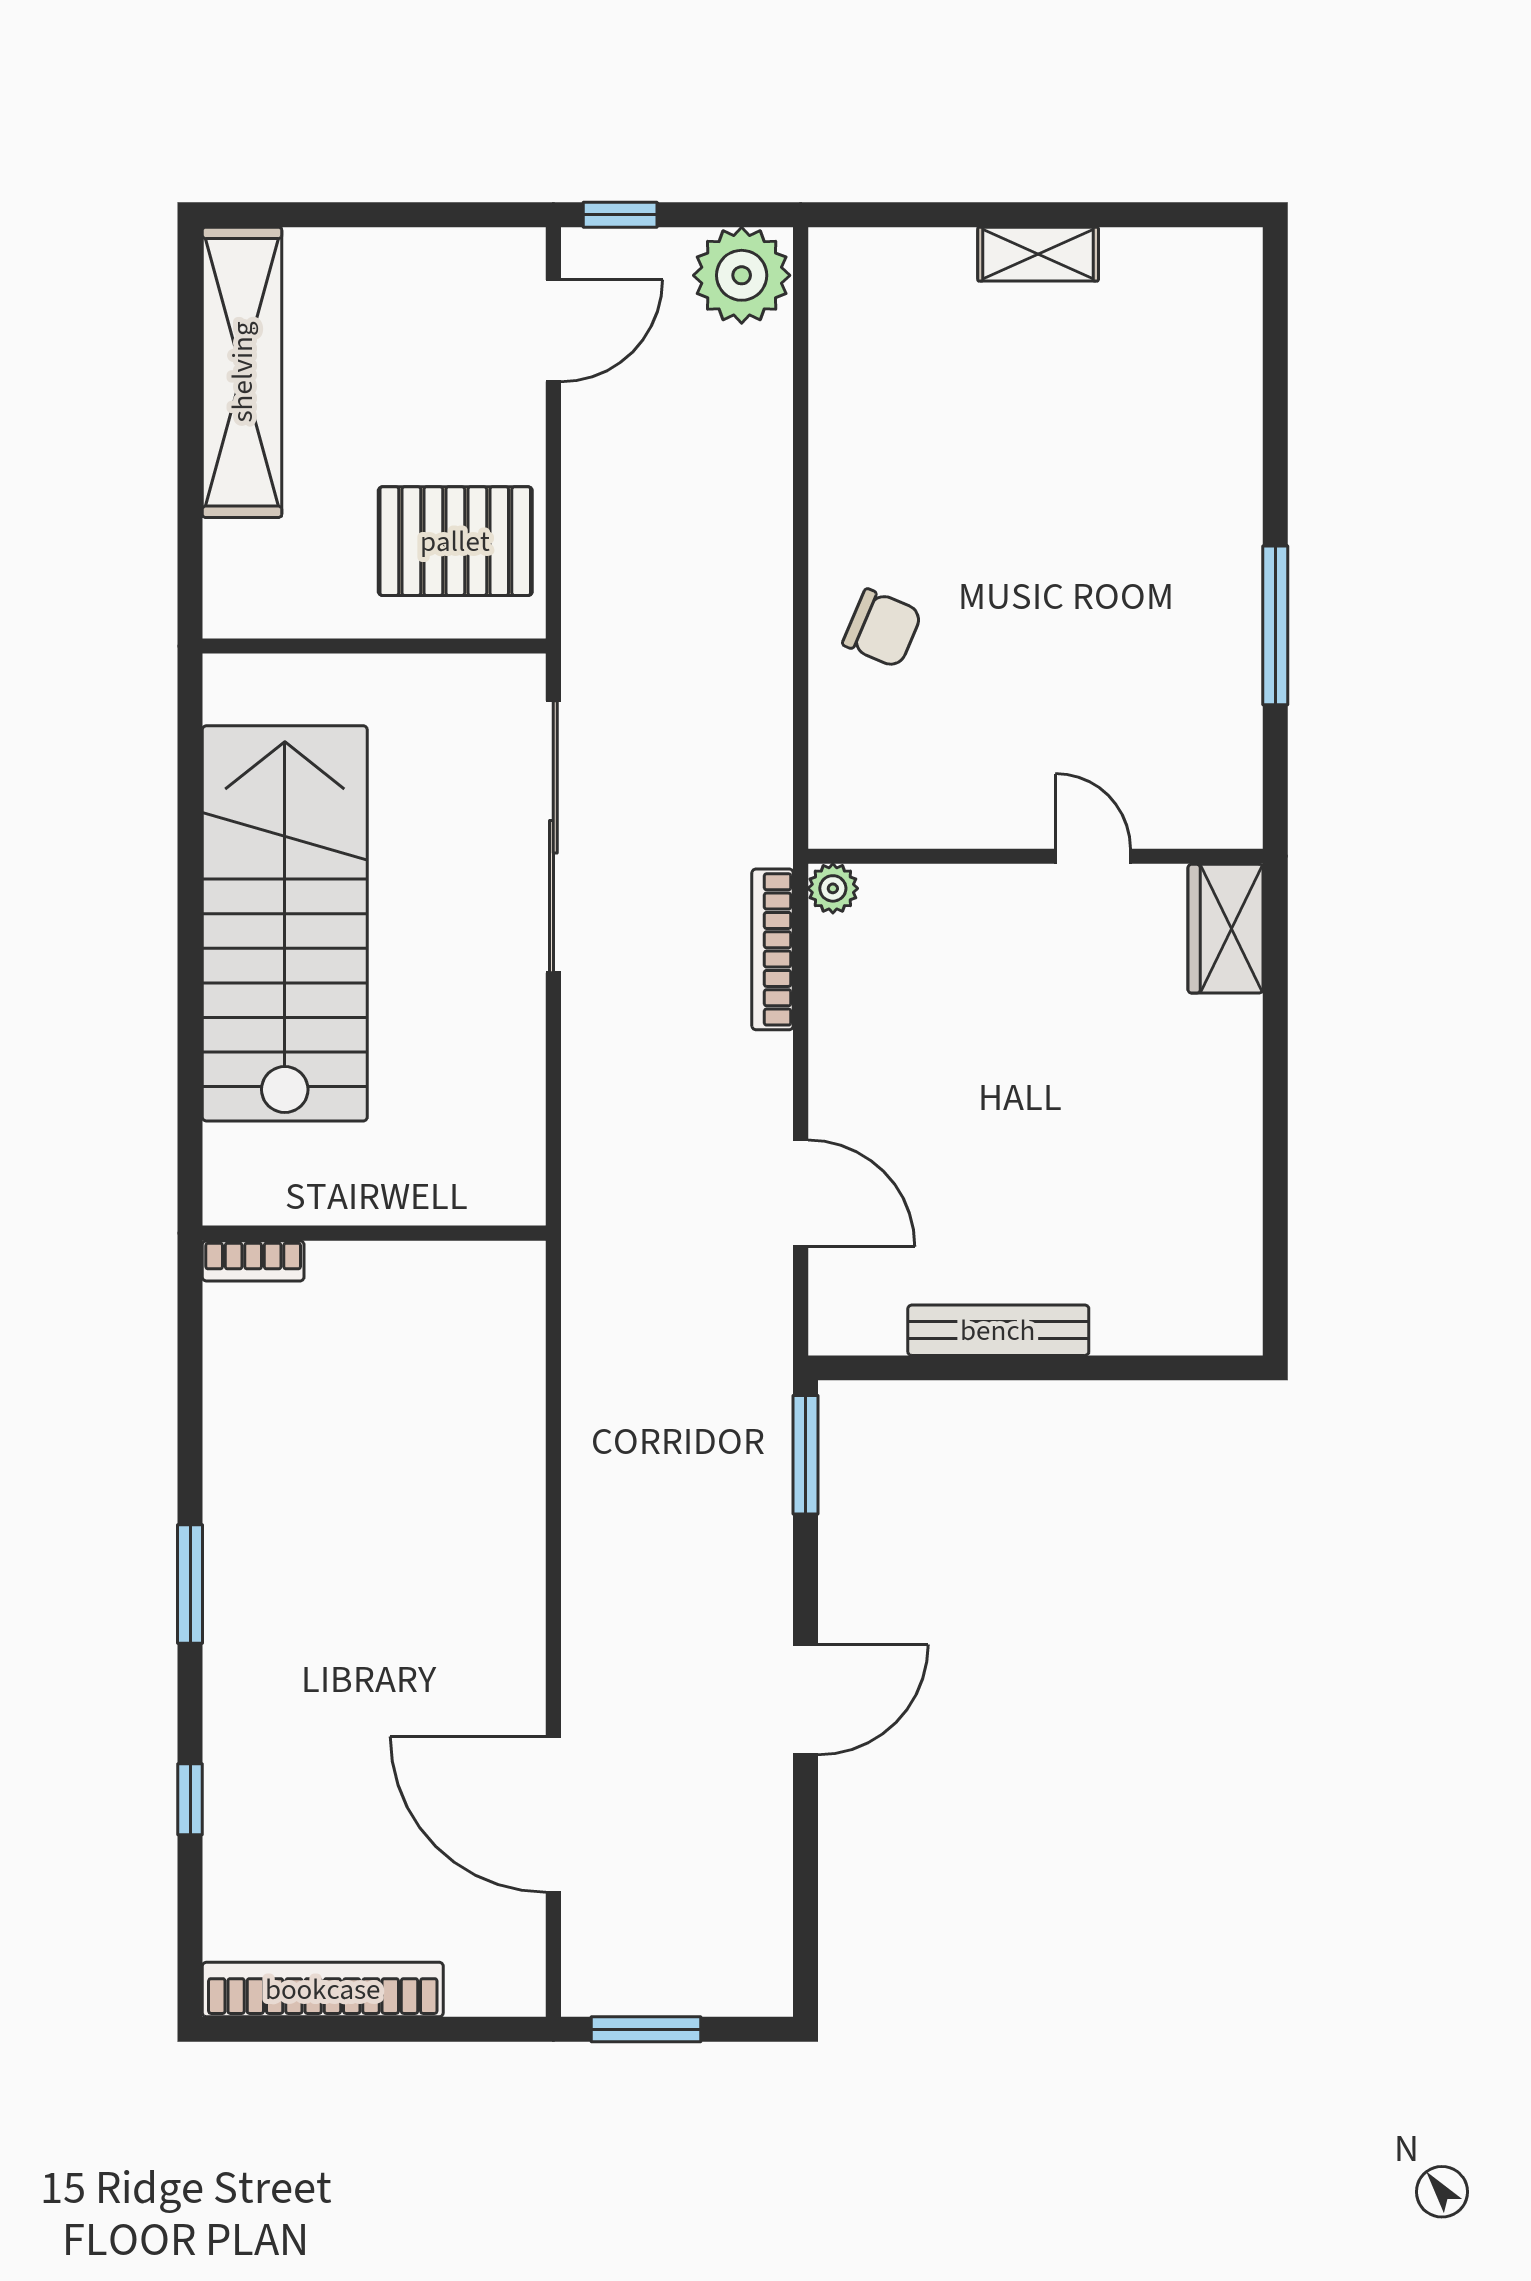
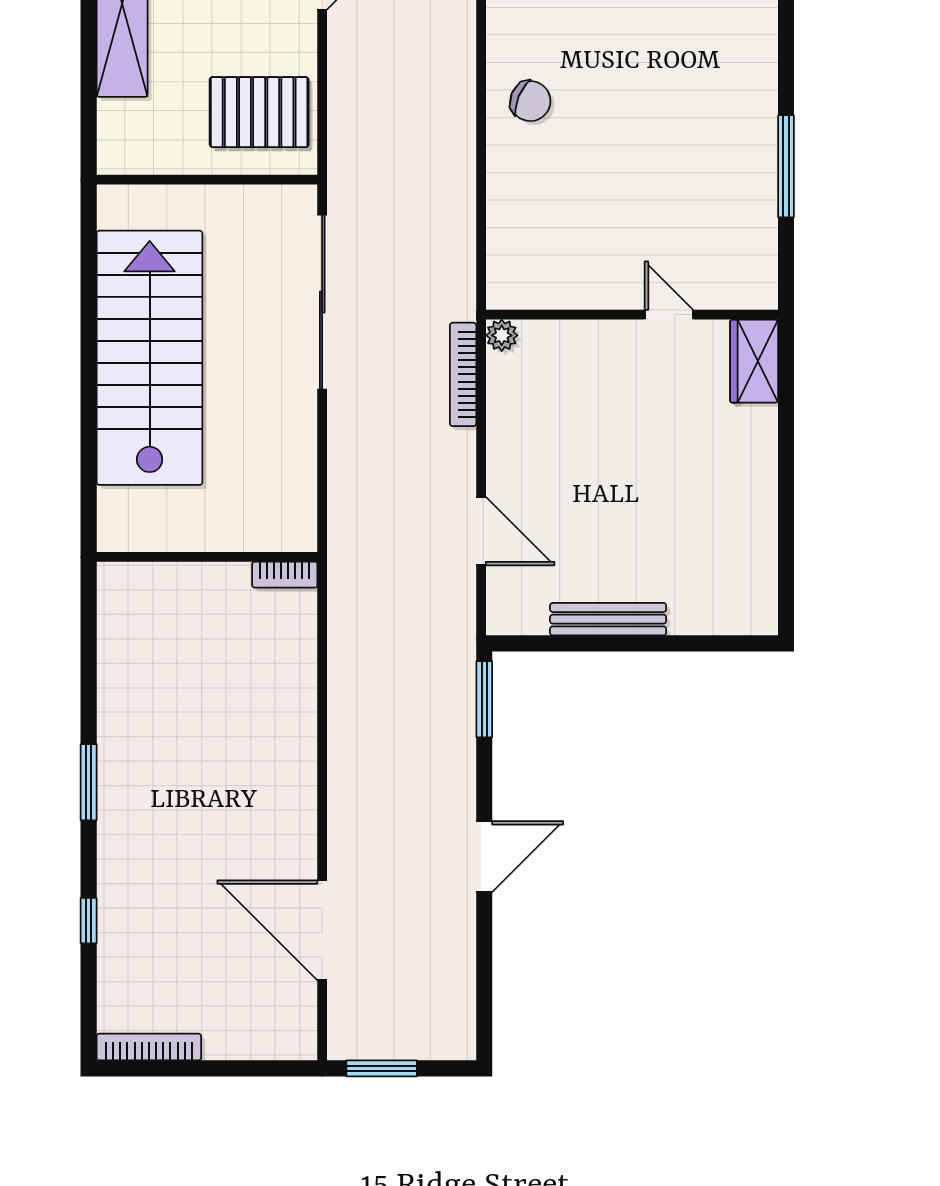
chair: (882, 628) -> (530, 101), moved
bookcase: (253, 1261) -> (285, 575), moved
bookcase: (323, 1989) -> (149, 1047), width x0.68, depth x0.76

